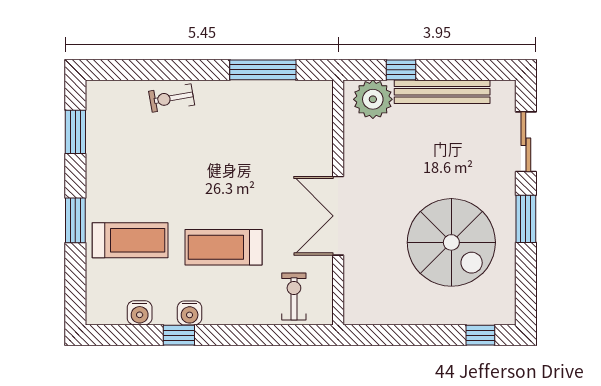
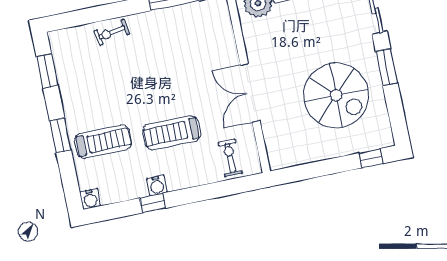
water cooler: (140, 313) -> (90, 199), moved

